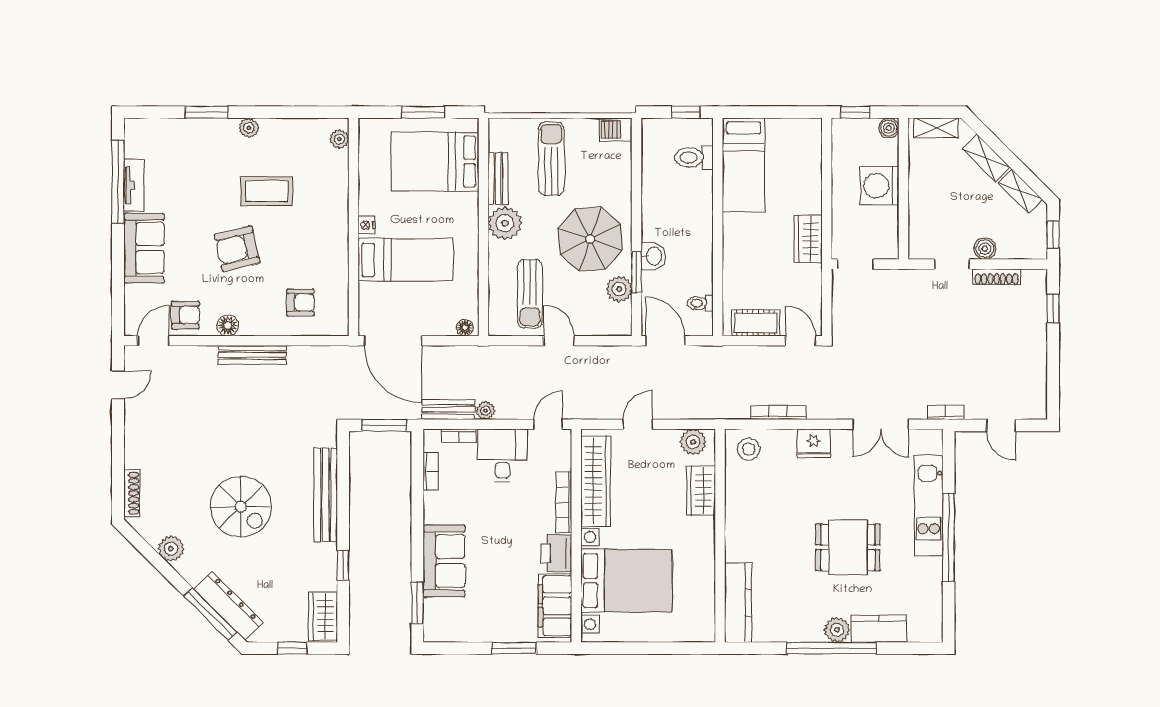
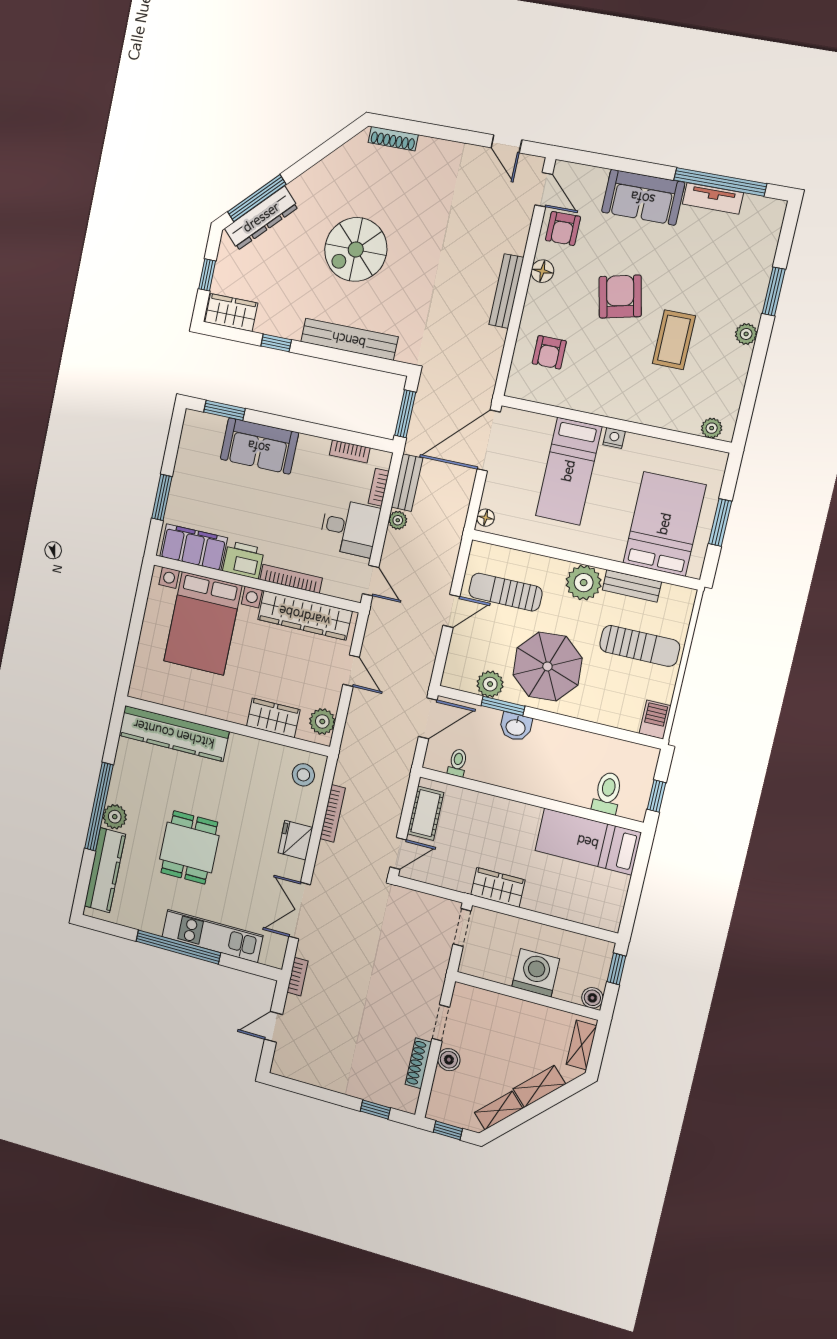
plant: (171, 549) -> (329, 169), removed
kitchen counter: (738, 602) -> (174, 733), width x1.39, depth x1.17
kitchen counter: (879, 629) -> (105, 870), width x1.50

